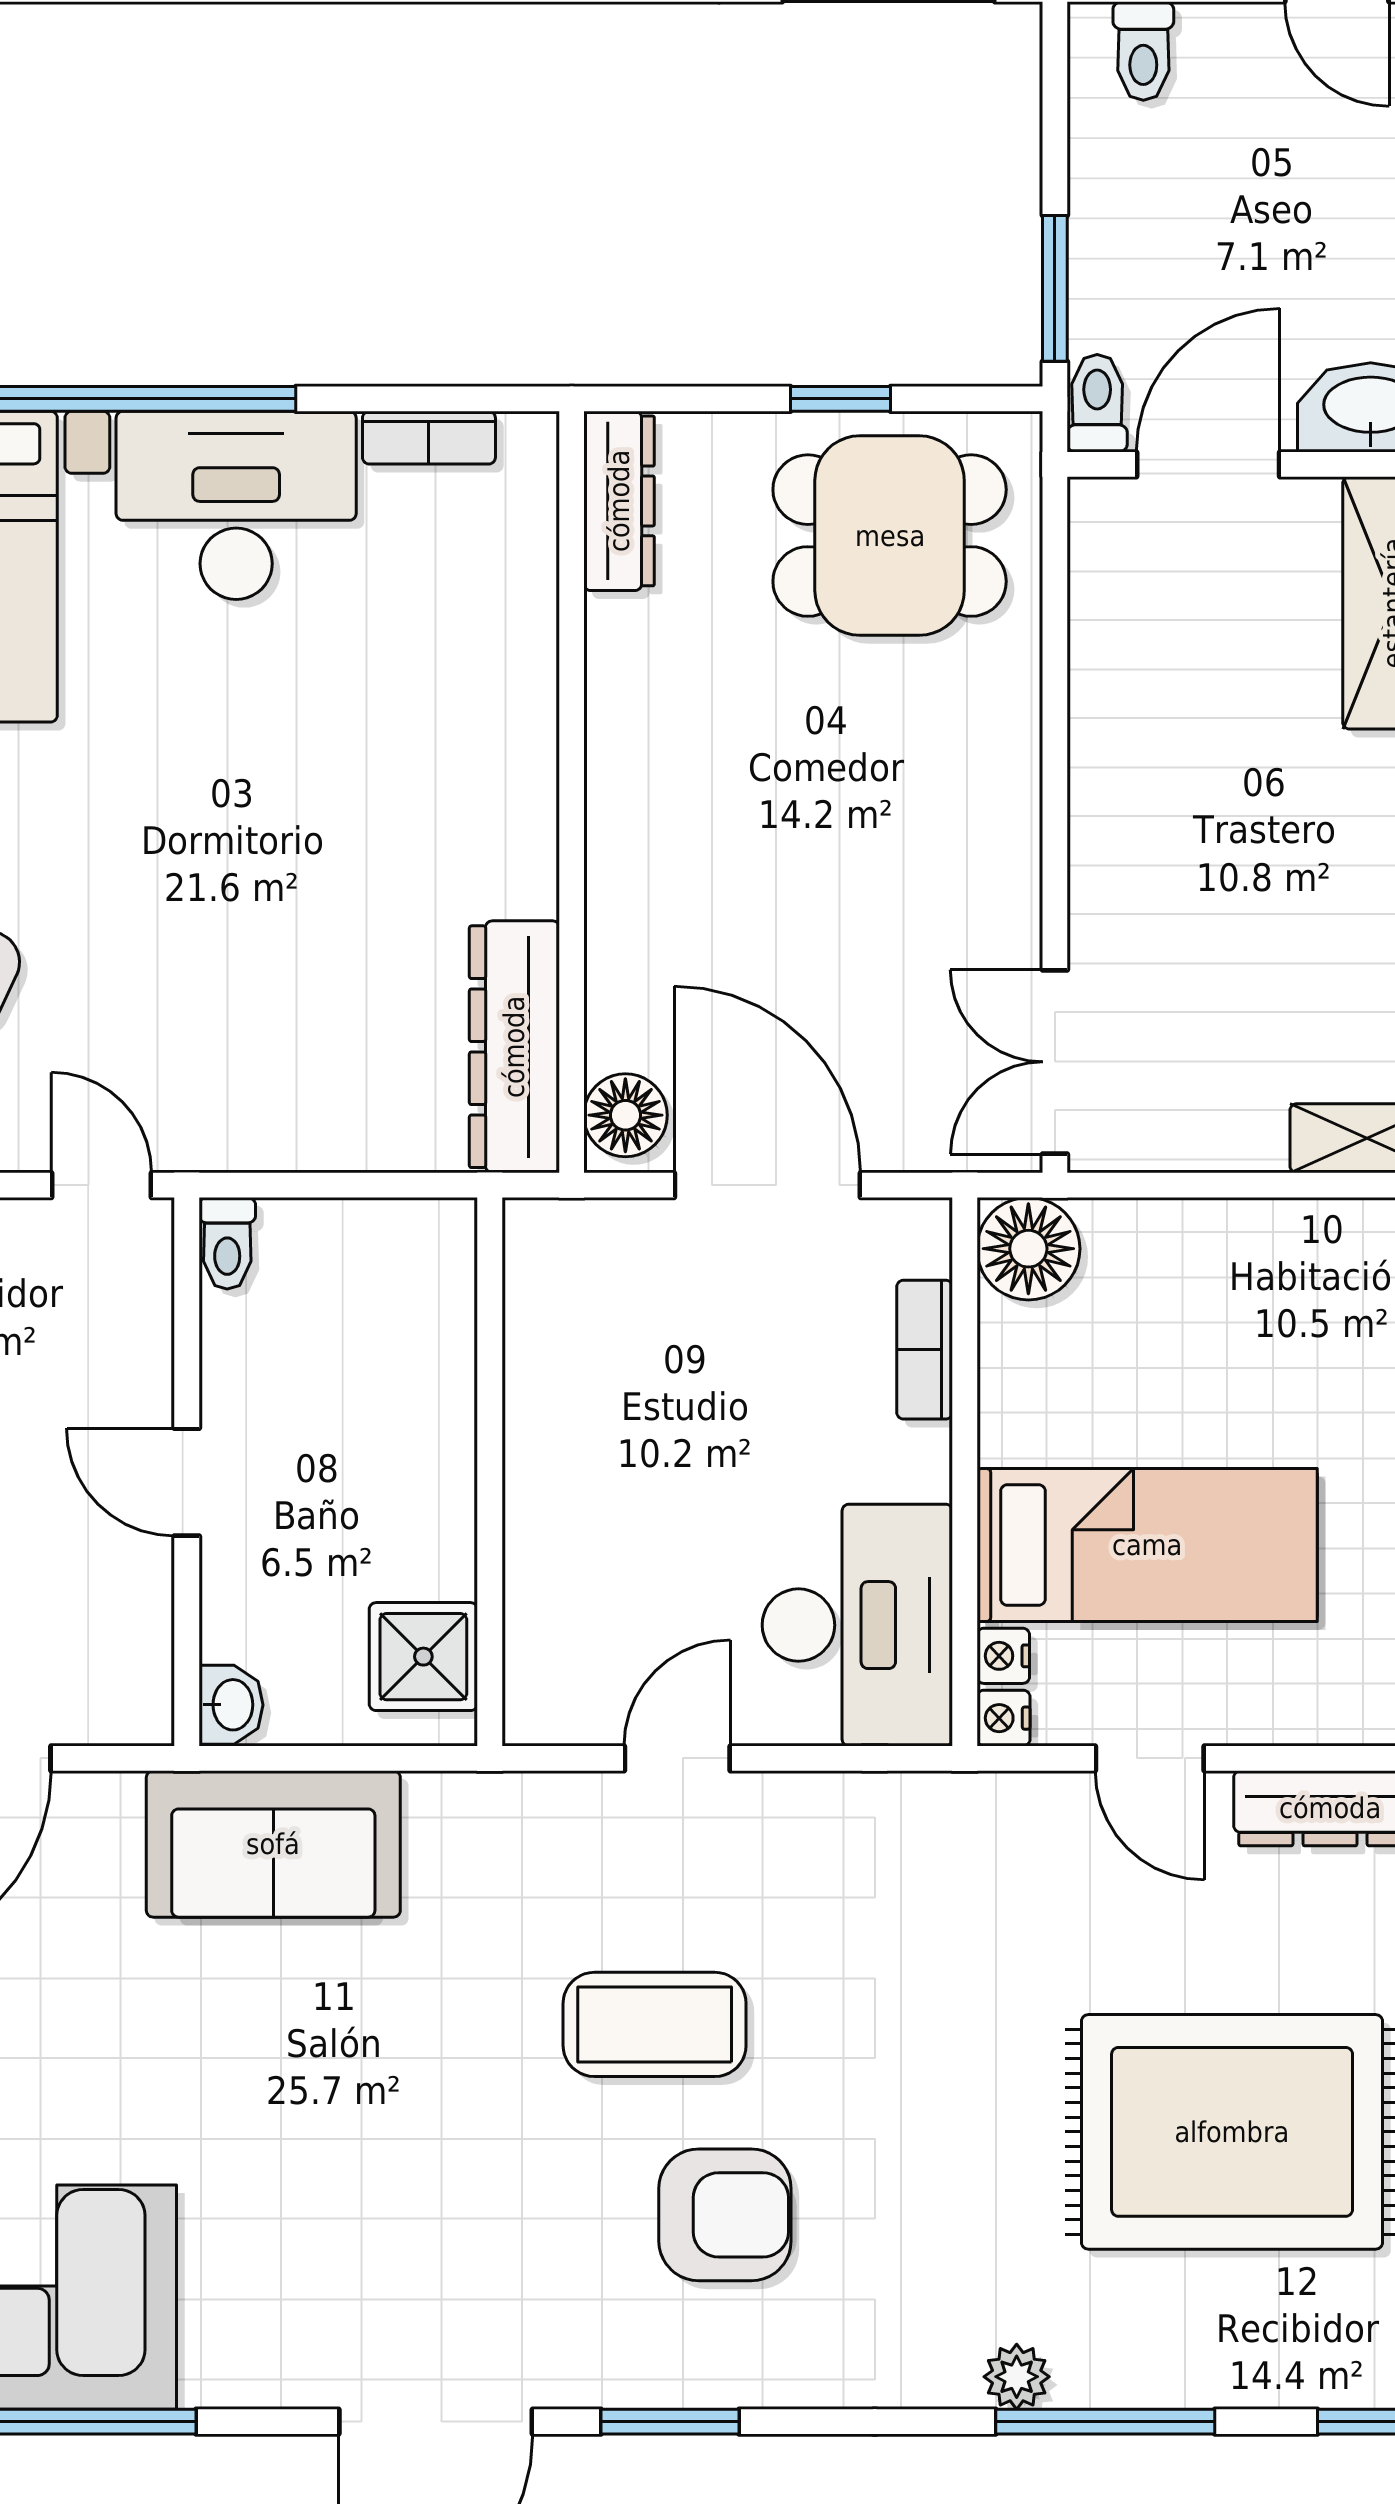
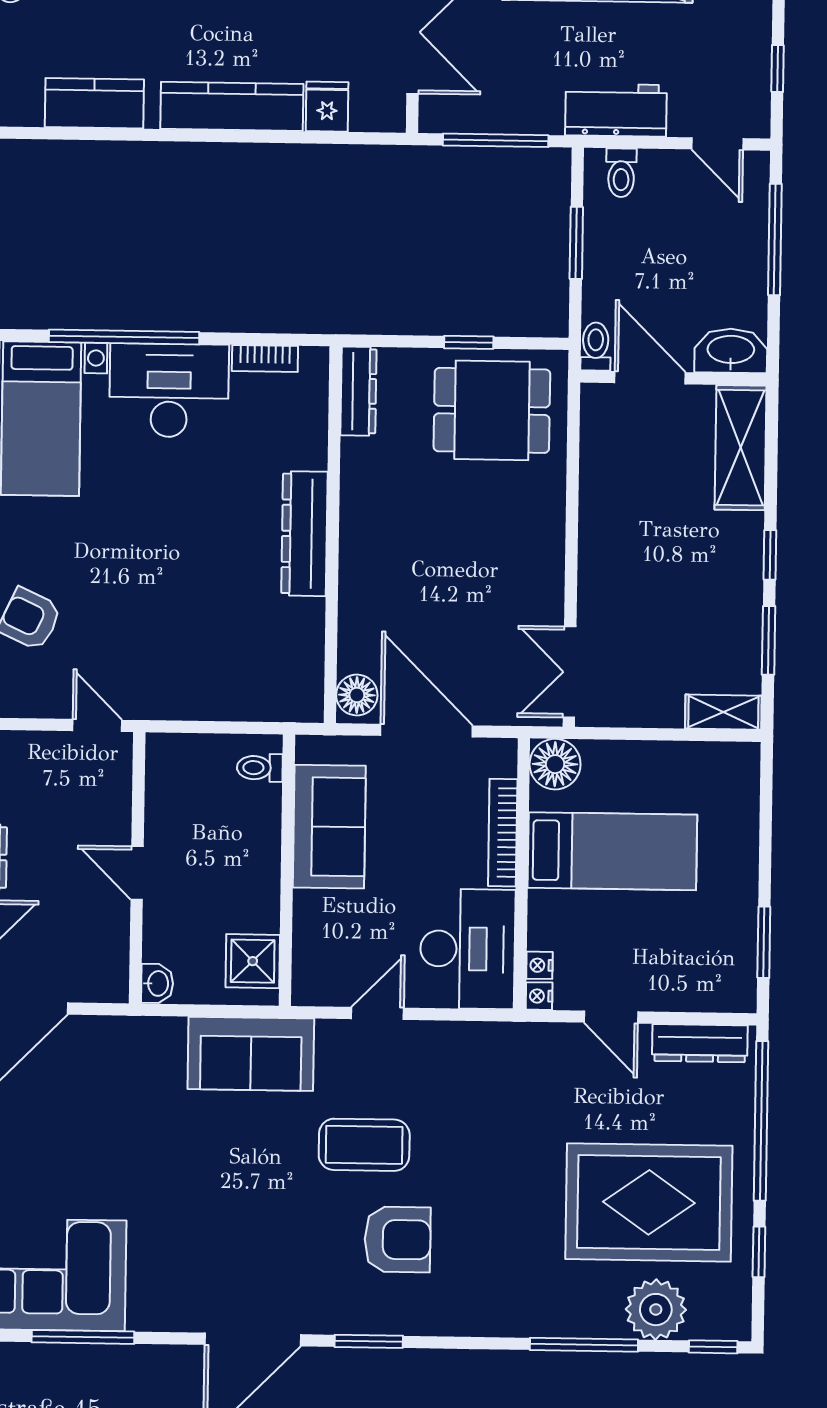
window: (1055, 288) -> (576, 243), moved
door: (1208, 464) -> (650, 378), hinge flipped
dresser: (514, 1047) -> (304, 534), moved
toilet: (227, 1243) -> (260, 768), moved, turned 90
bookcase: (925, 1350) -> (503, 833), width x1.56
sofa: (574, 1382) -> (329, 827), added
bed: (1147, 1545) -> (612, 851), moved
sofa: (273, 1844) -> (251, 1054), moved
plant: (1017, 2377) -> (656, 1310), moved, width x1.88, depth x1.88

